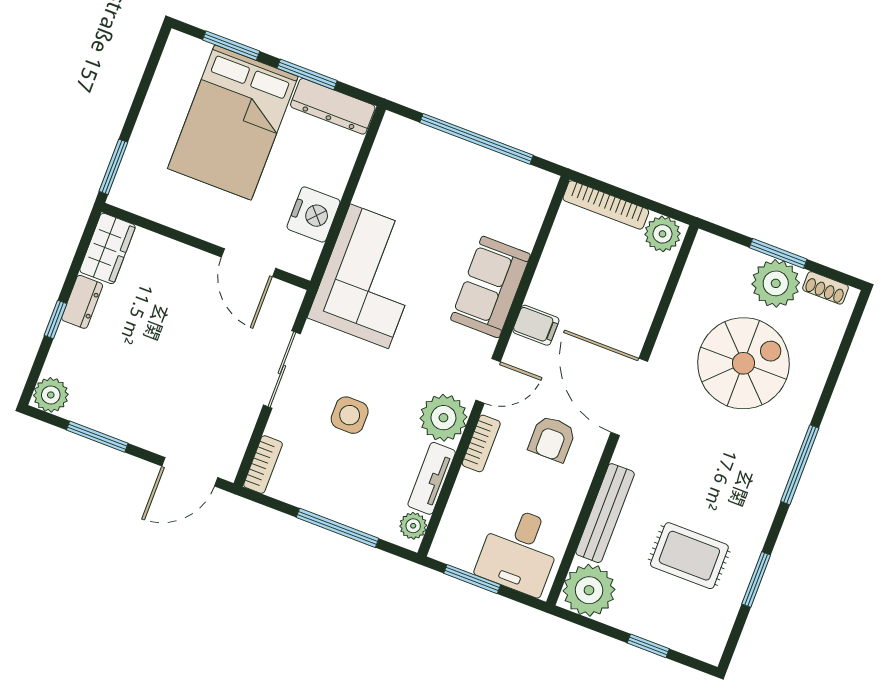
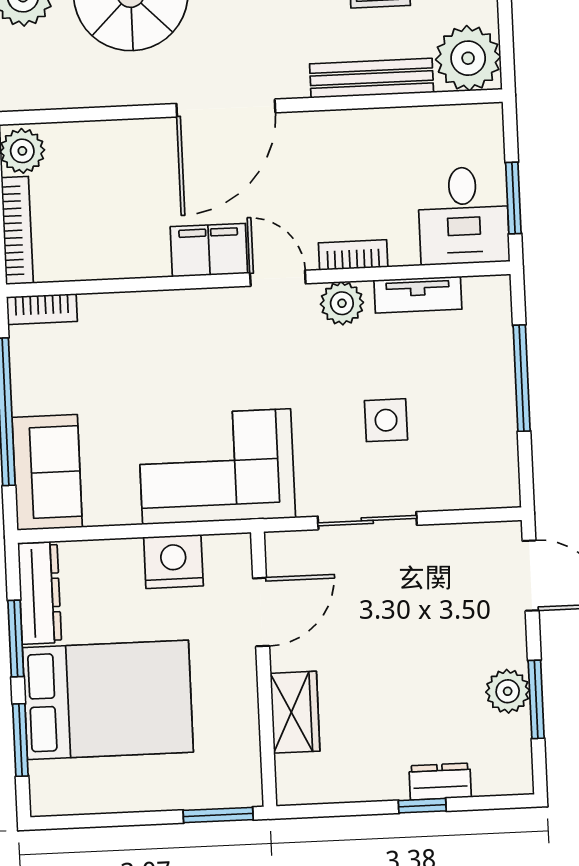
wardrobe: (107, 248) -> (295, 712), moved, turned 90
sofa: (490, 287) -> (47, 472), moved, turned -90
dresser: (82, 302) -> (440, 782), moved
filing cabinet: (536, 325) -> (209, 250), width x2.00
plant: (51, 395) -> (508, 691), moved
plant: (443, 418) -> (342, 303), width x0.73, depth x0.73
armchair: (552, 439) -> (312, 176), removed
bookcase: (263, 465) -> (42, 309), moved, turned 180
plant: (413, 526) -> (481, 292), removed
desk: (520, 551) -> (463, 216), moved, turned 90

